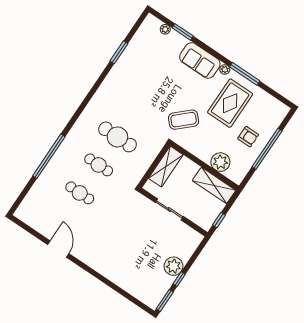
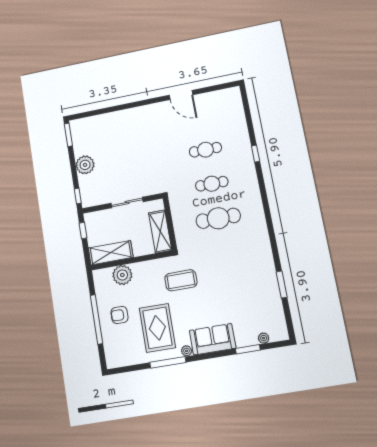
coffee table: (184, 120) -> (181, 280), turned 43
window: (49, 156) -> (256, 154), width x0.32
window: (179, 279) -> (78, 196), moved

